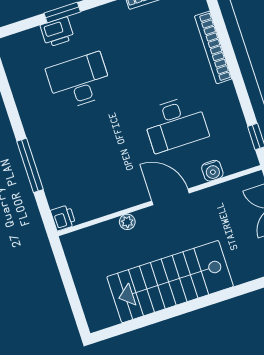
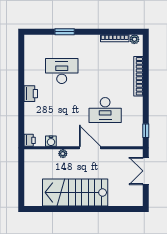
printer: (57, 32) -> (31, 94), moved, turned -90
window: (30, 165) -> (21, 107), removed
water cooler: (212, 171) -> (51, 141), moved

